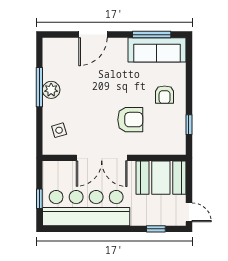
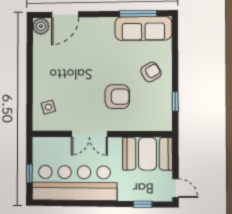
door: (93, 35) -> (65, 15), moved
window: (39, 87) -> (30, 66), removed
plant: (51, 90) -> (41, 26), moved
armchair: (165, 95) -> (151, 72), turned -121
double door: (102, 158) -> (89, 134), width x0.73

